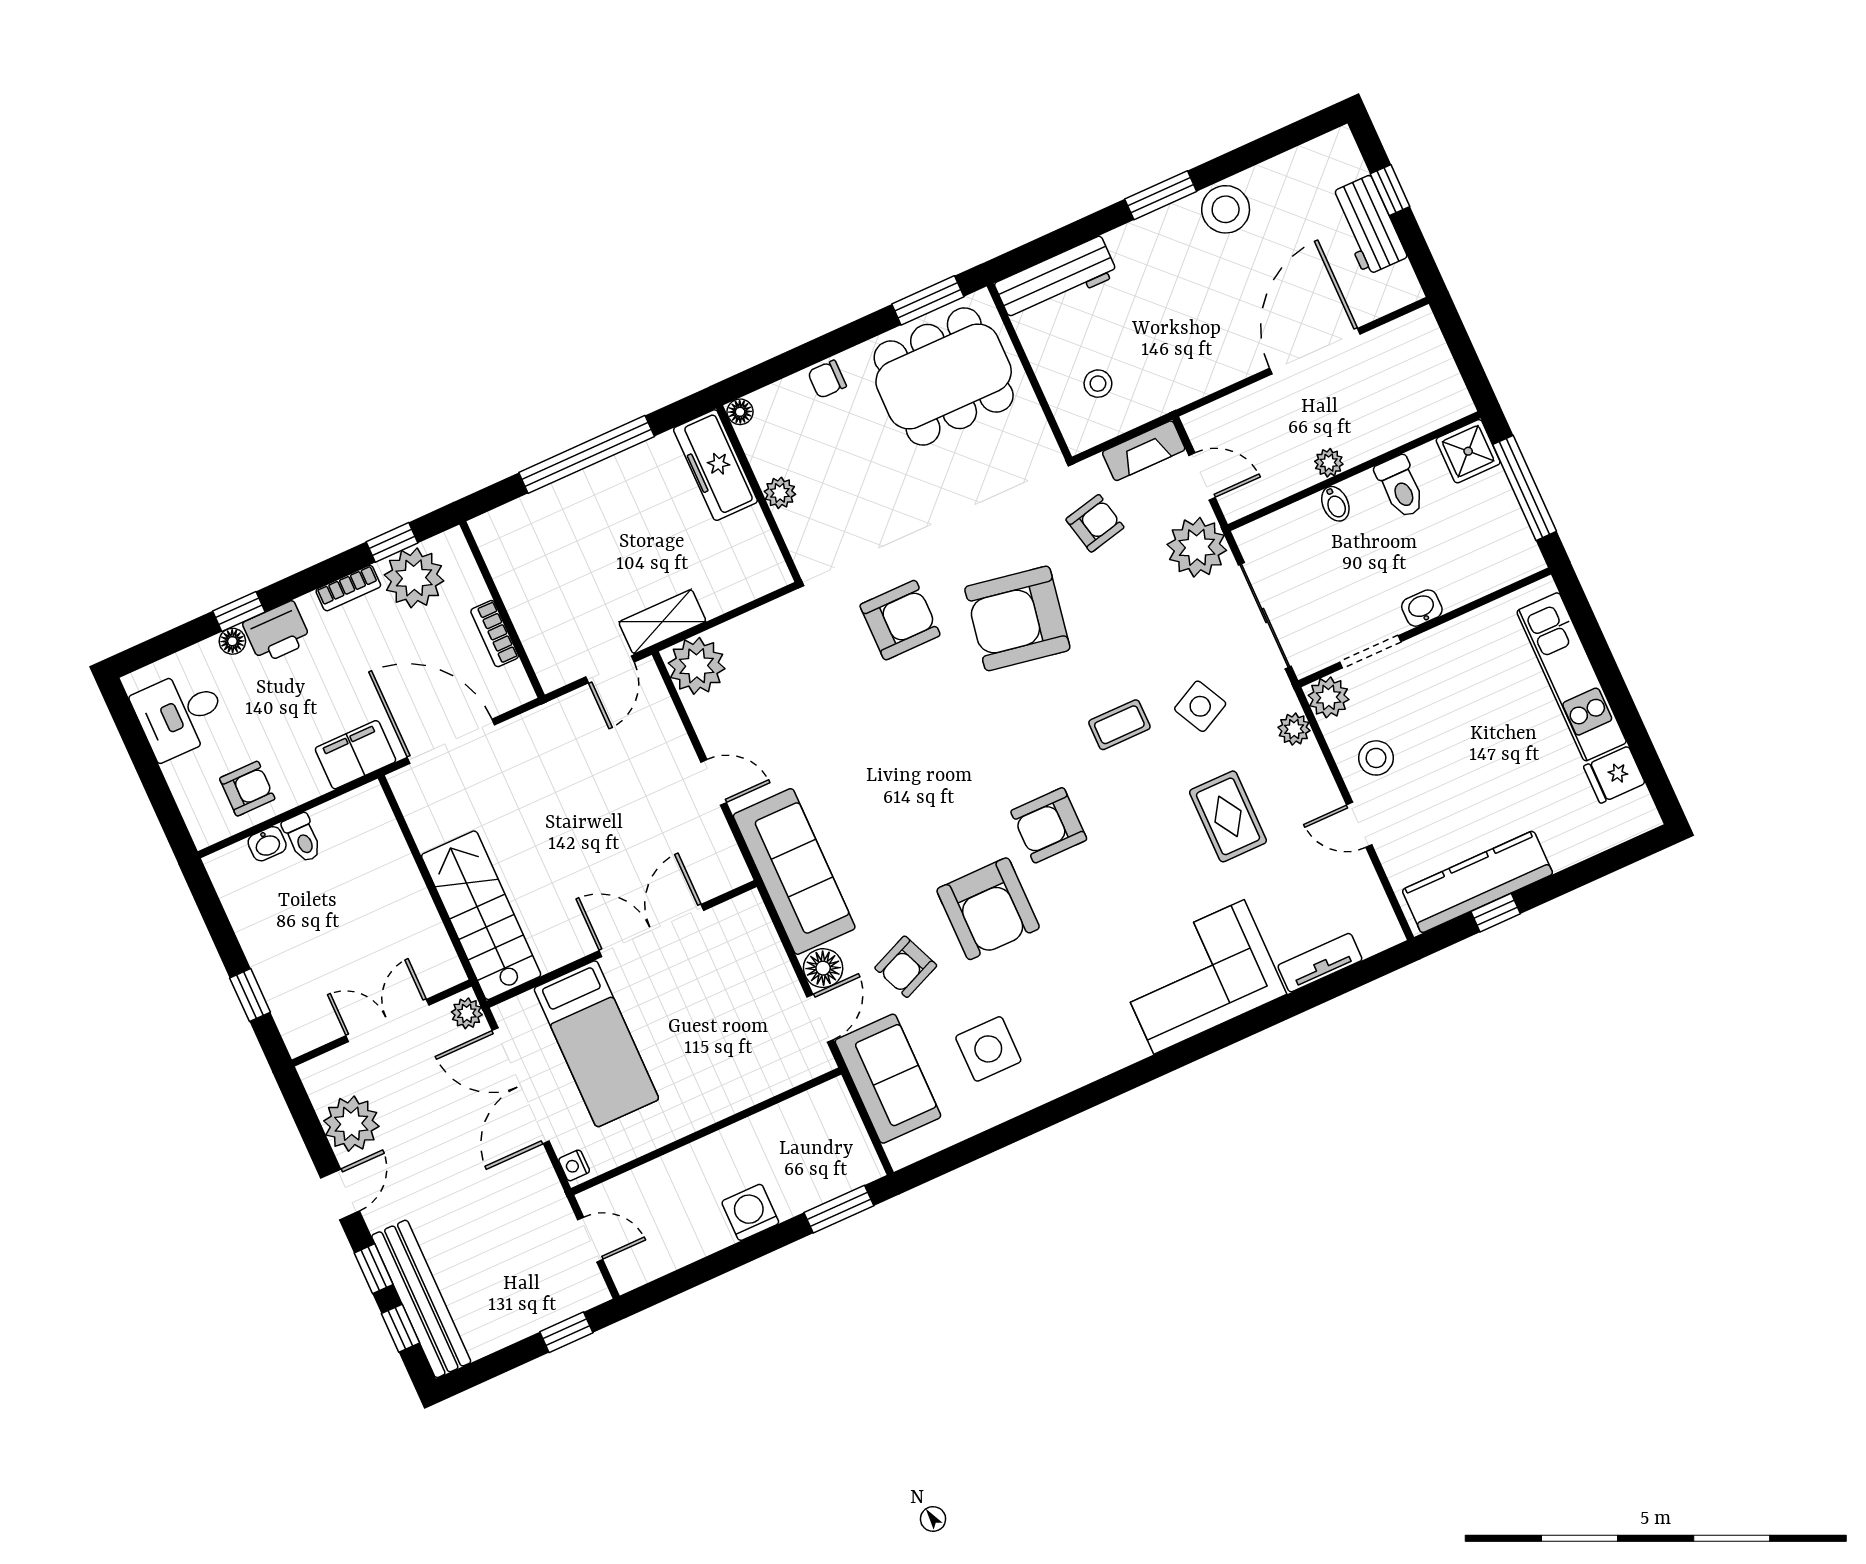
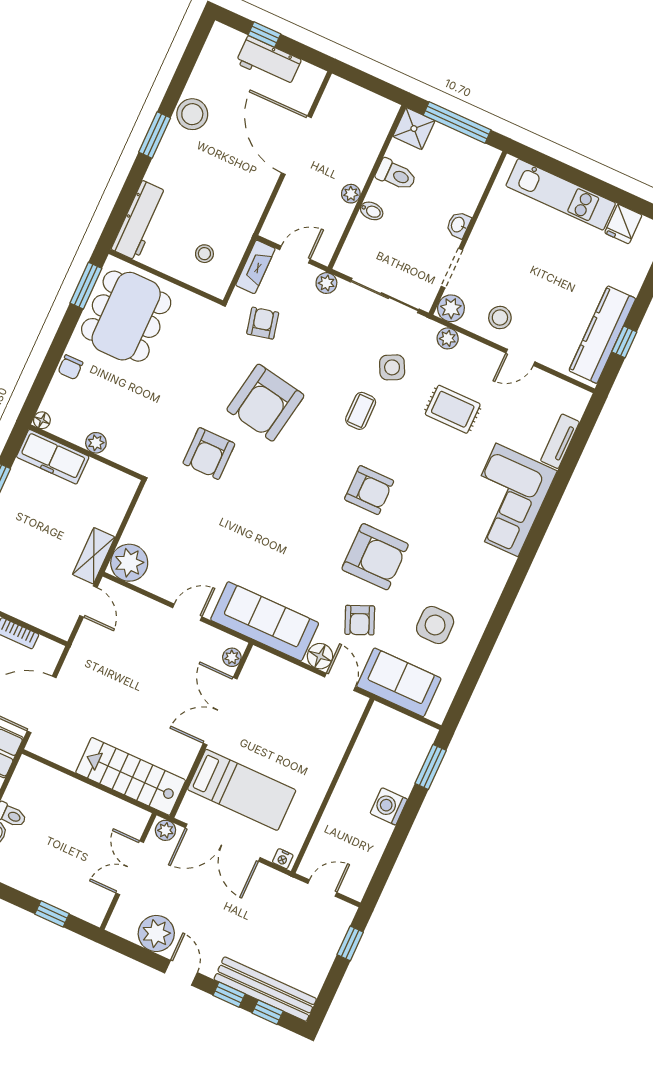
plant: (1197, 547) -> (326, 283), width x0.53, depth x0.53
armchair: (900, 620) -> (209, 454), turned 180
armchair: (1049, 825) -> (369, 490), turned -90
plant: (720, 880) -> (232, 657), added

